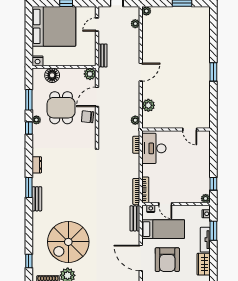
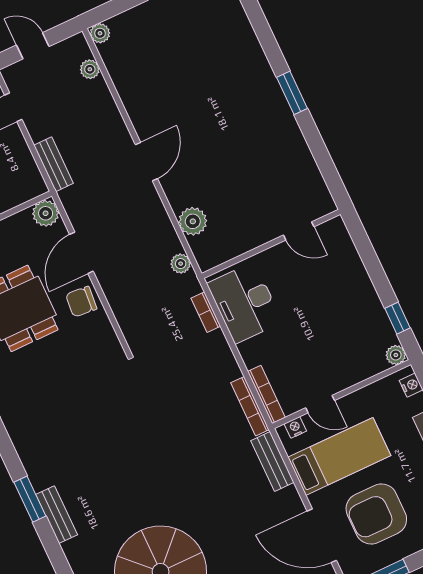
dresser: (37, 165) -> (24, 446), removed
armchair: (167, 260) -> (376, 514), turned 90

